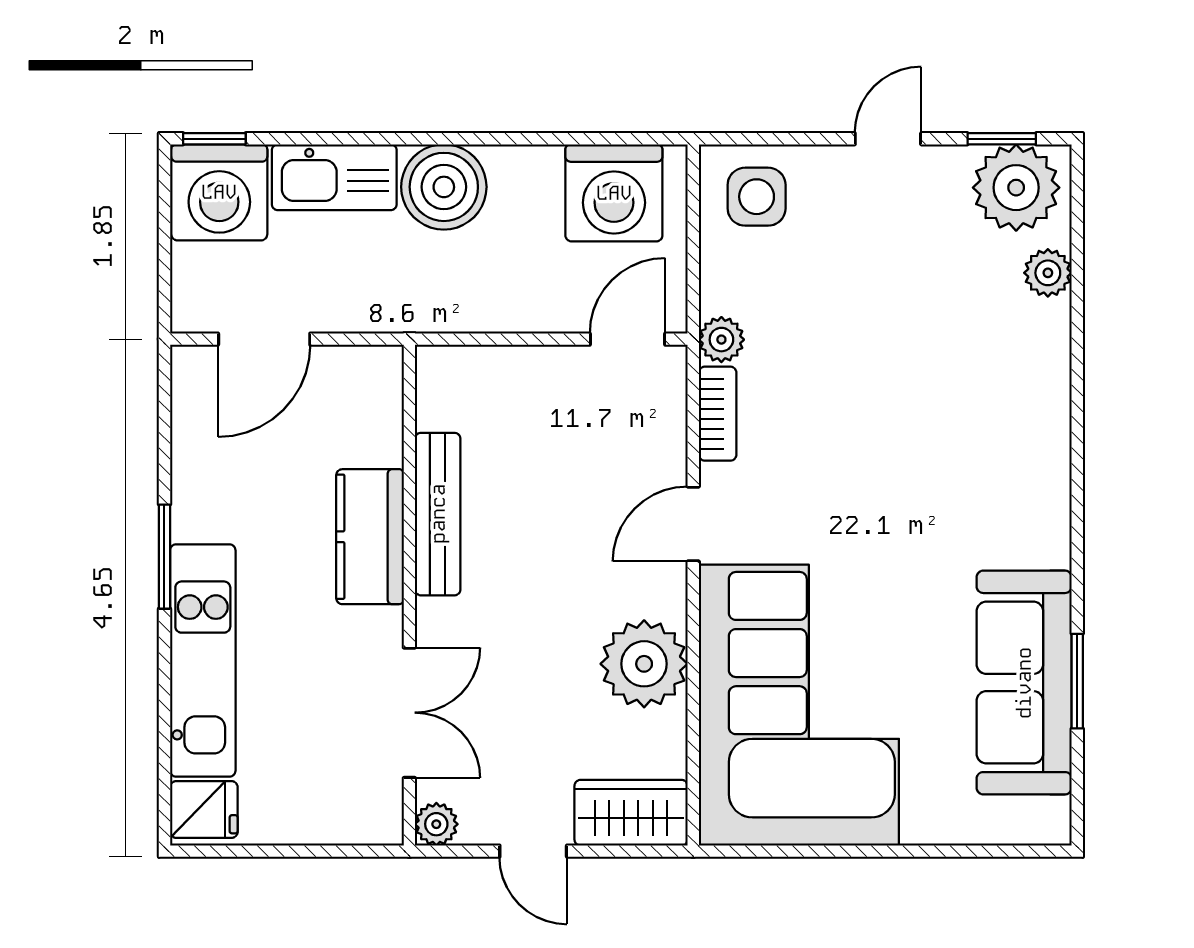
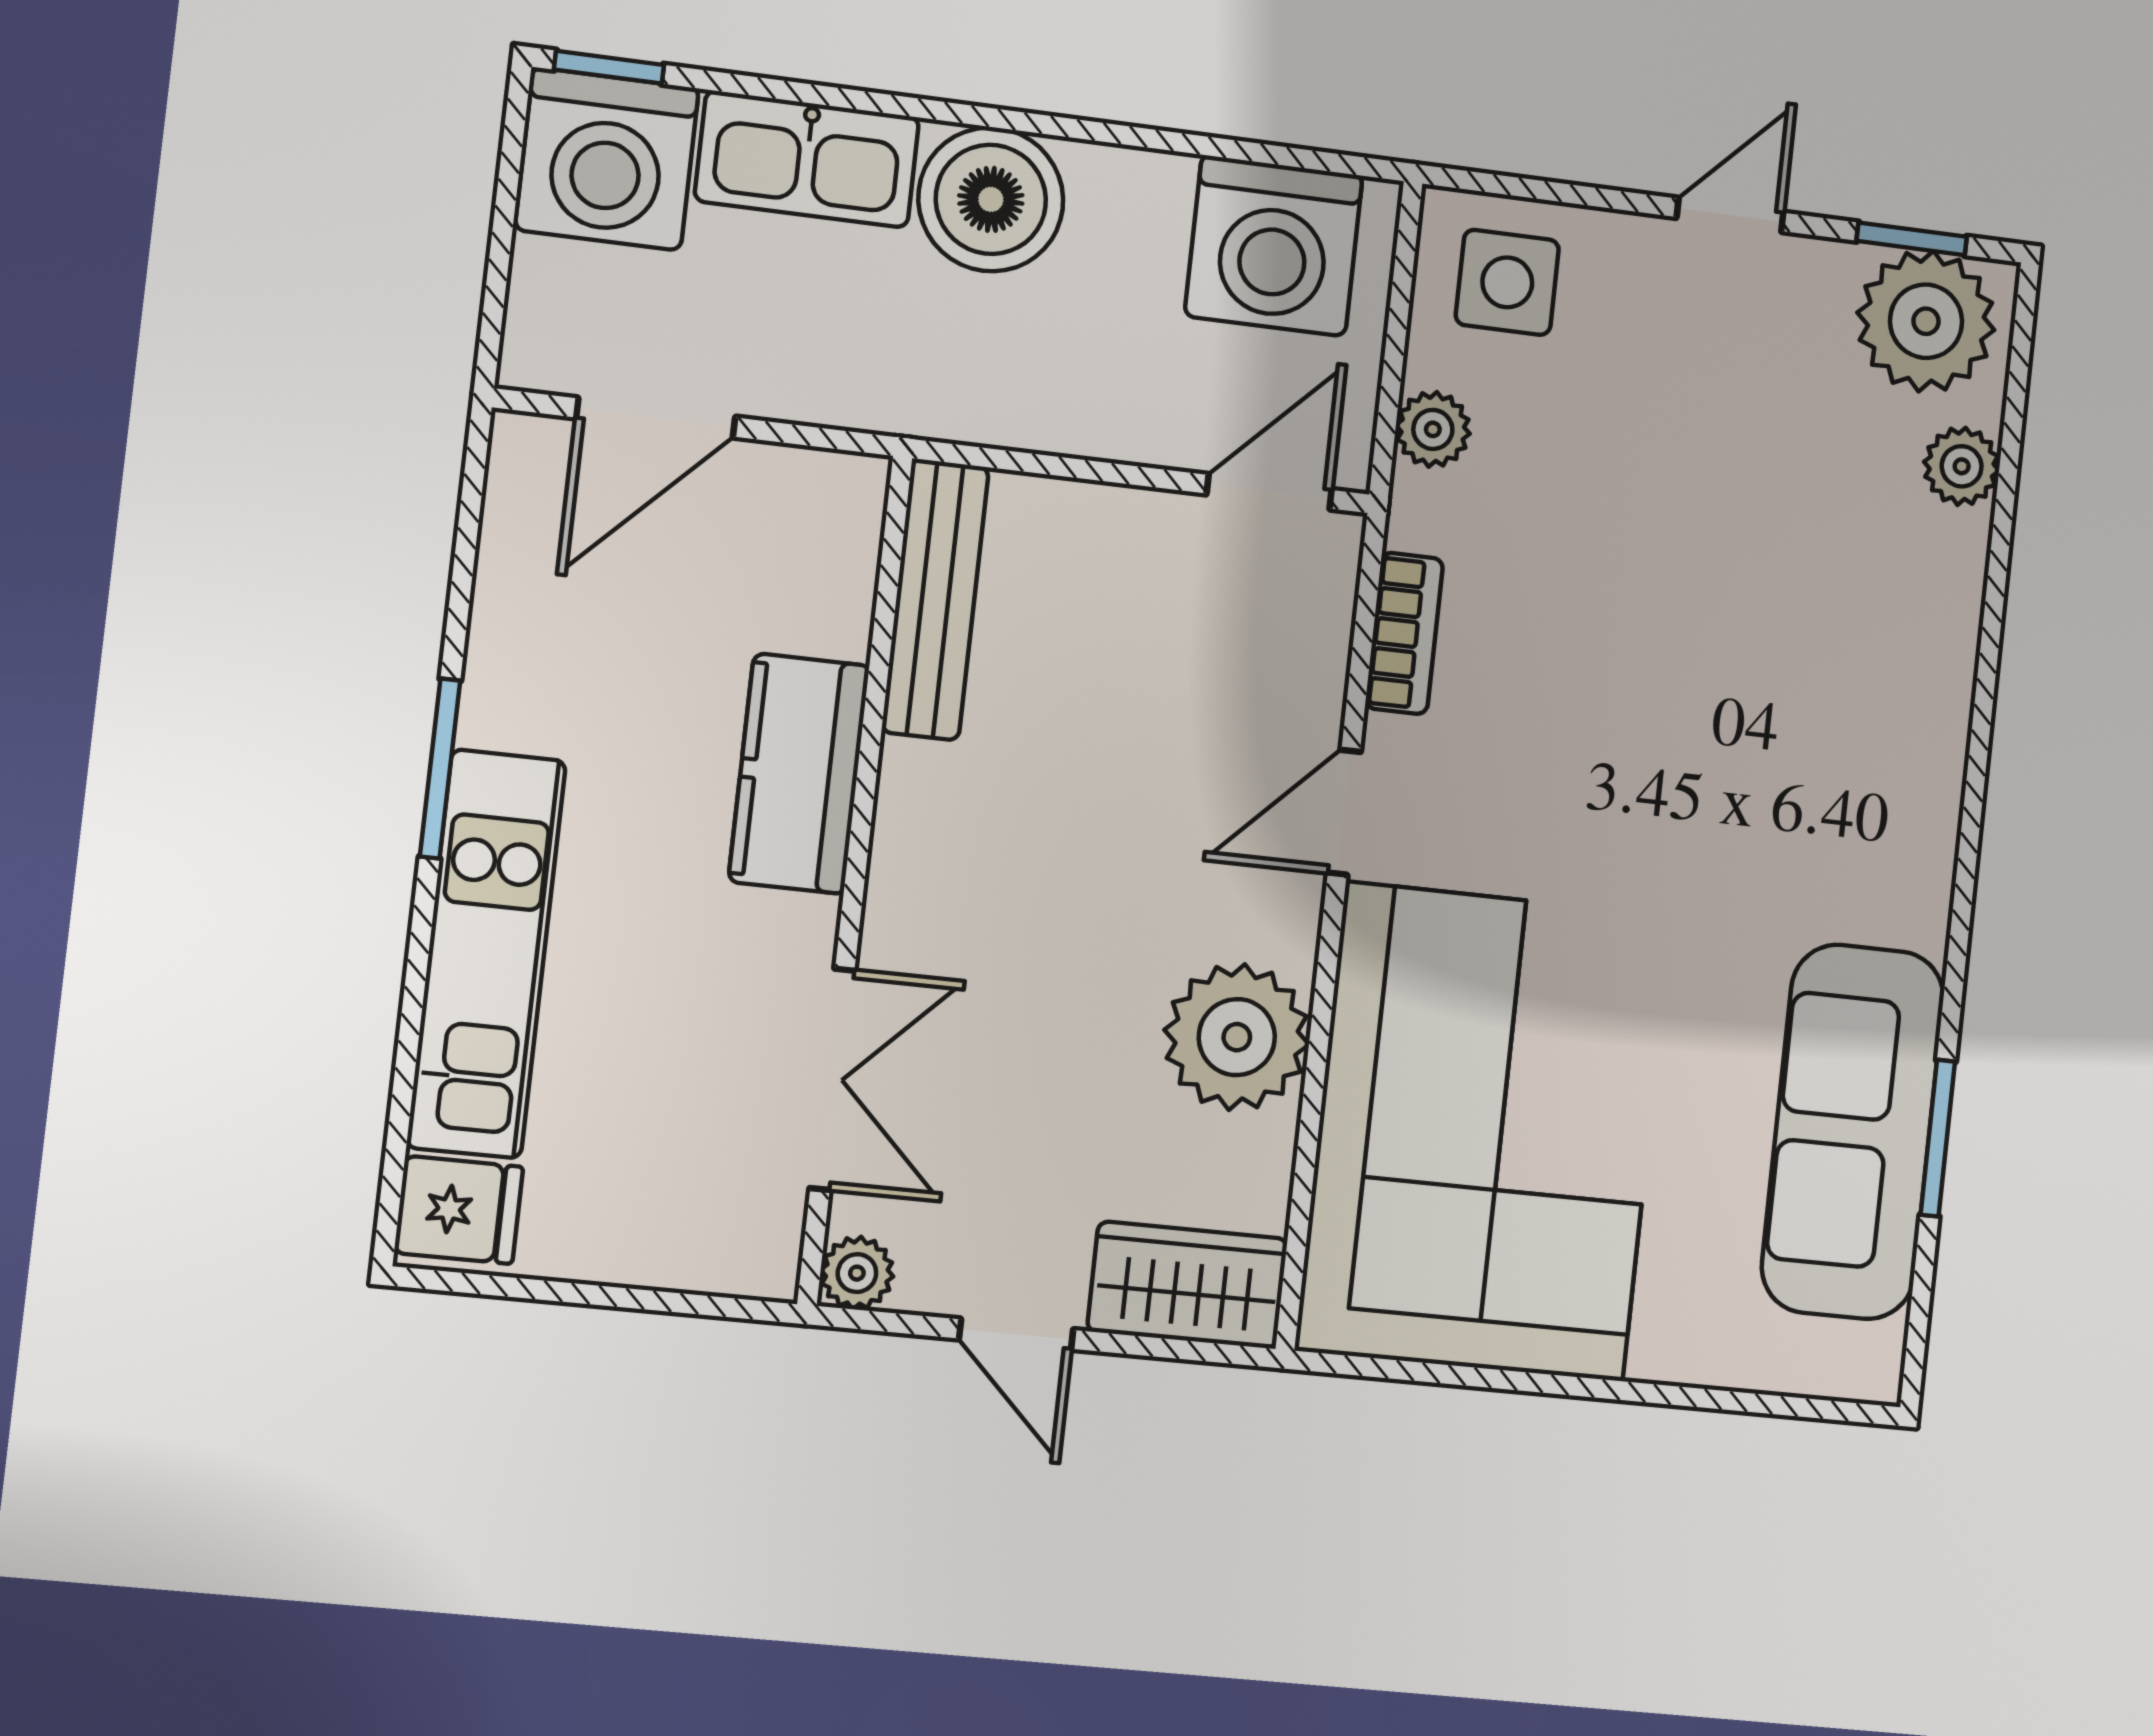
plant: (721, 340) -> (1433, 429), moved
bench: (438, 514) -> (935, 600), moved

